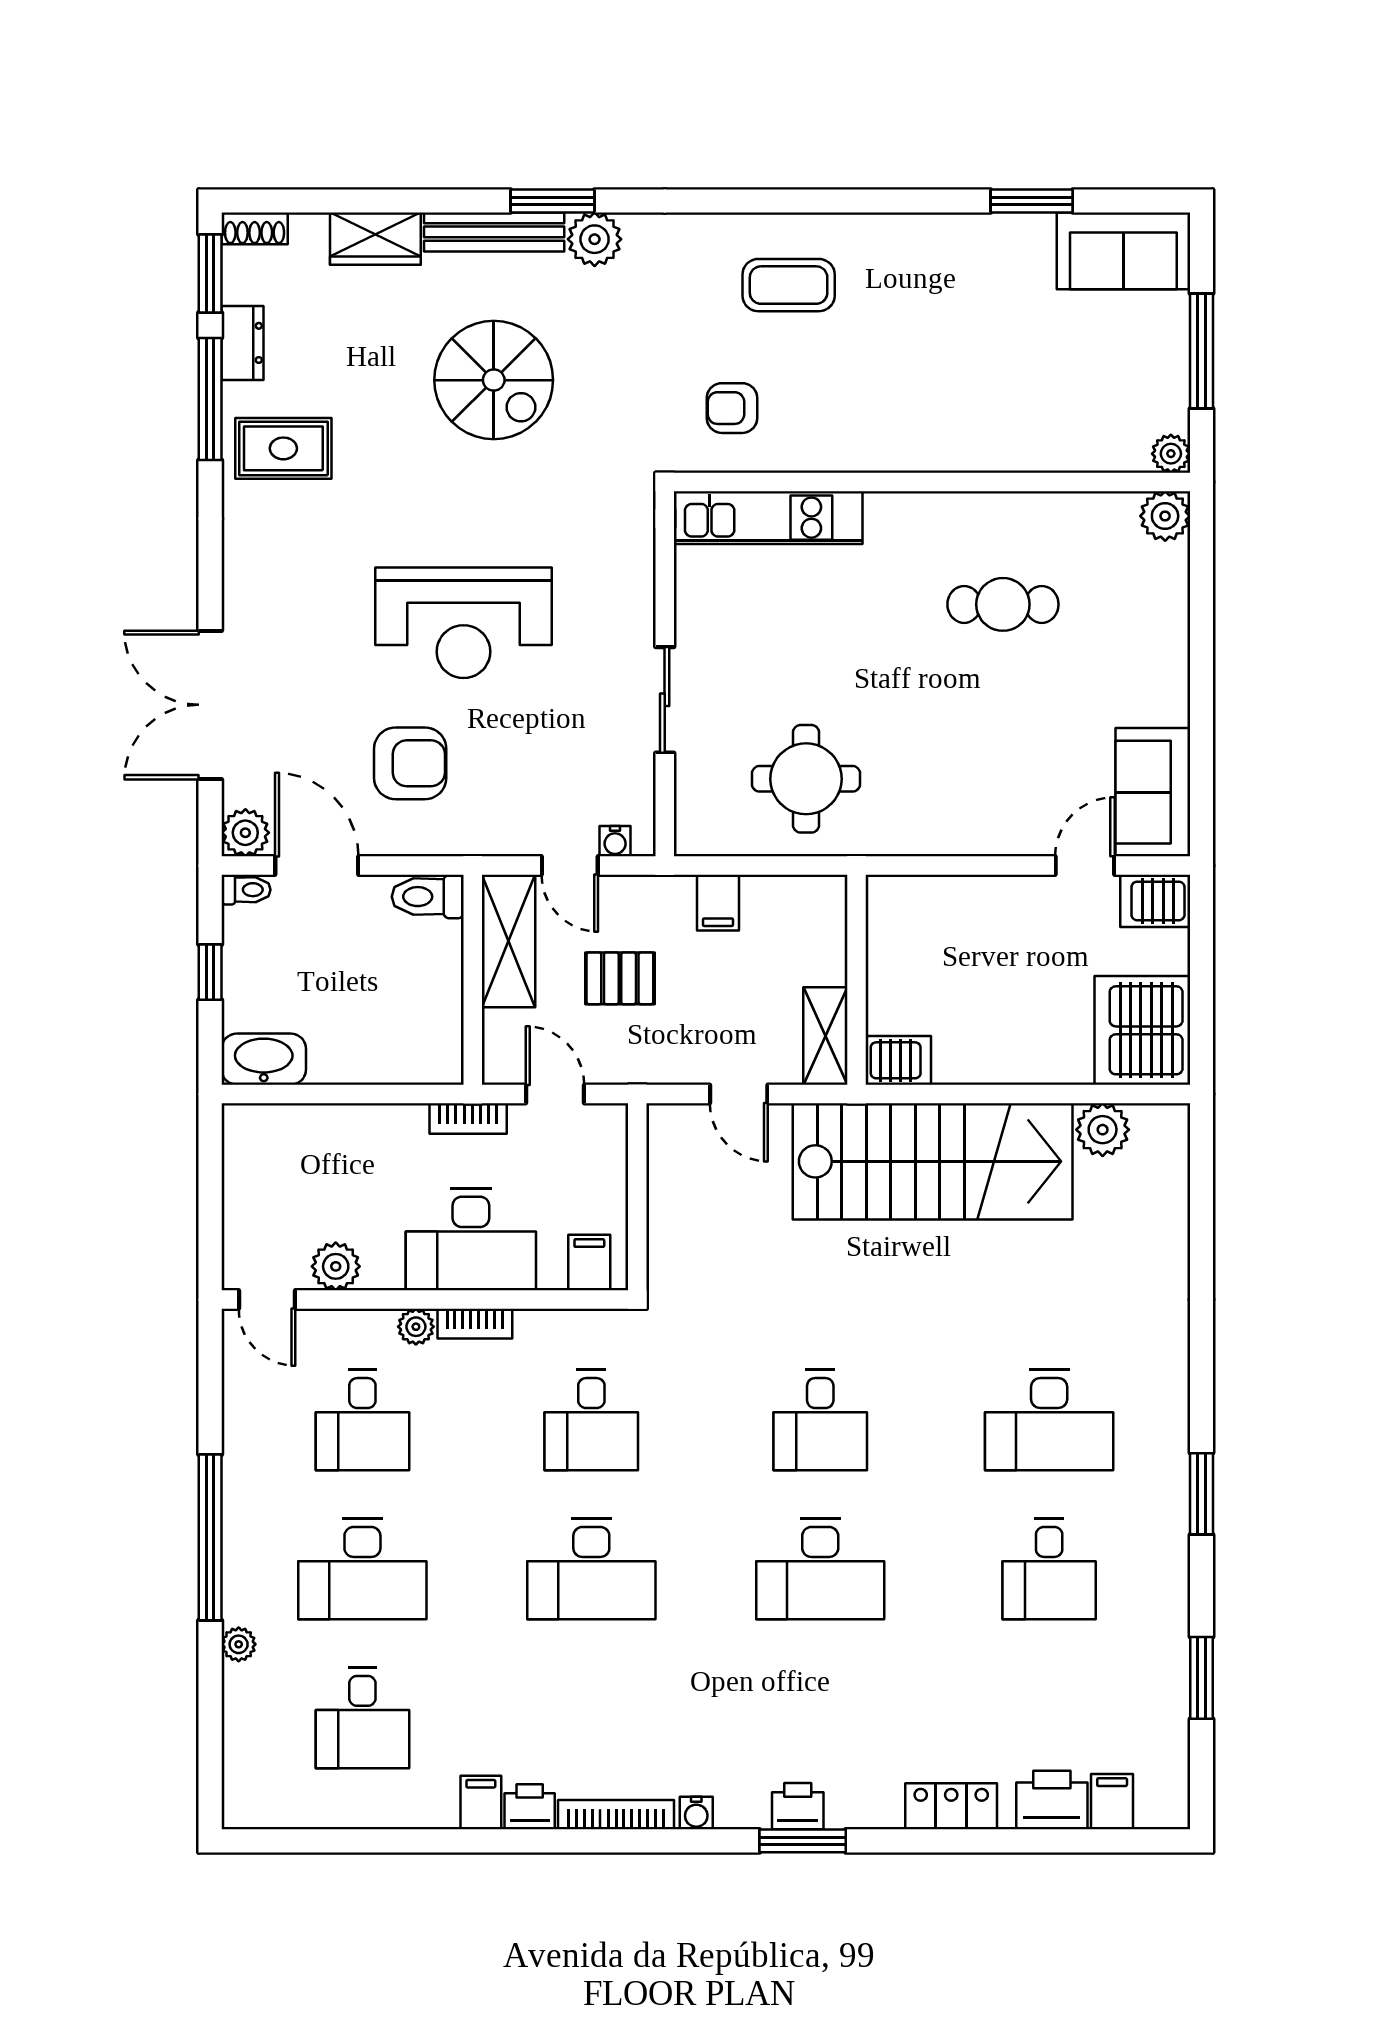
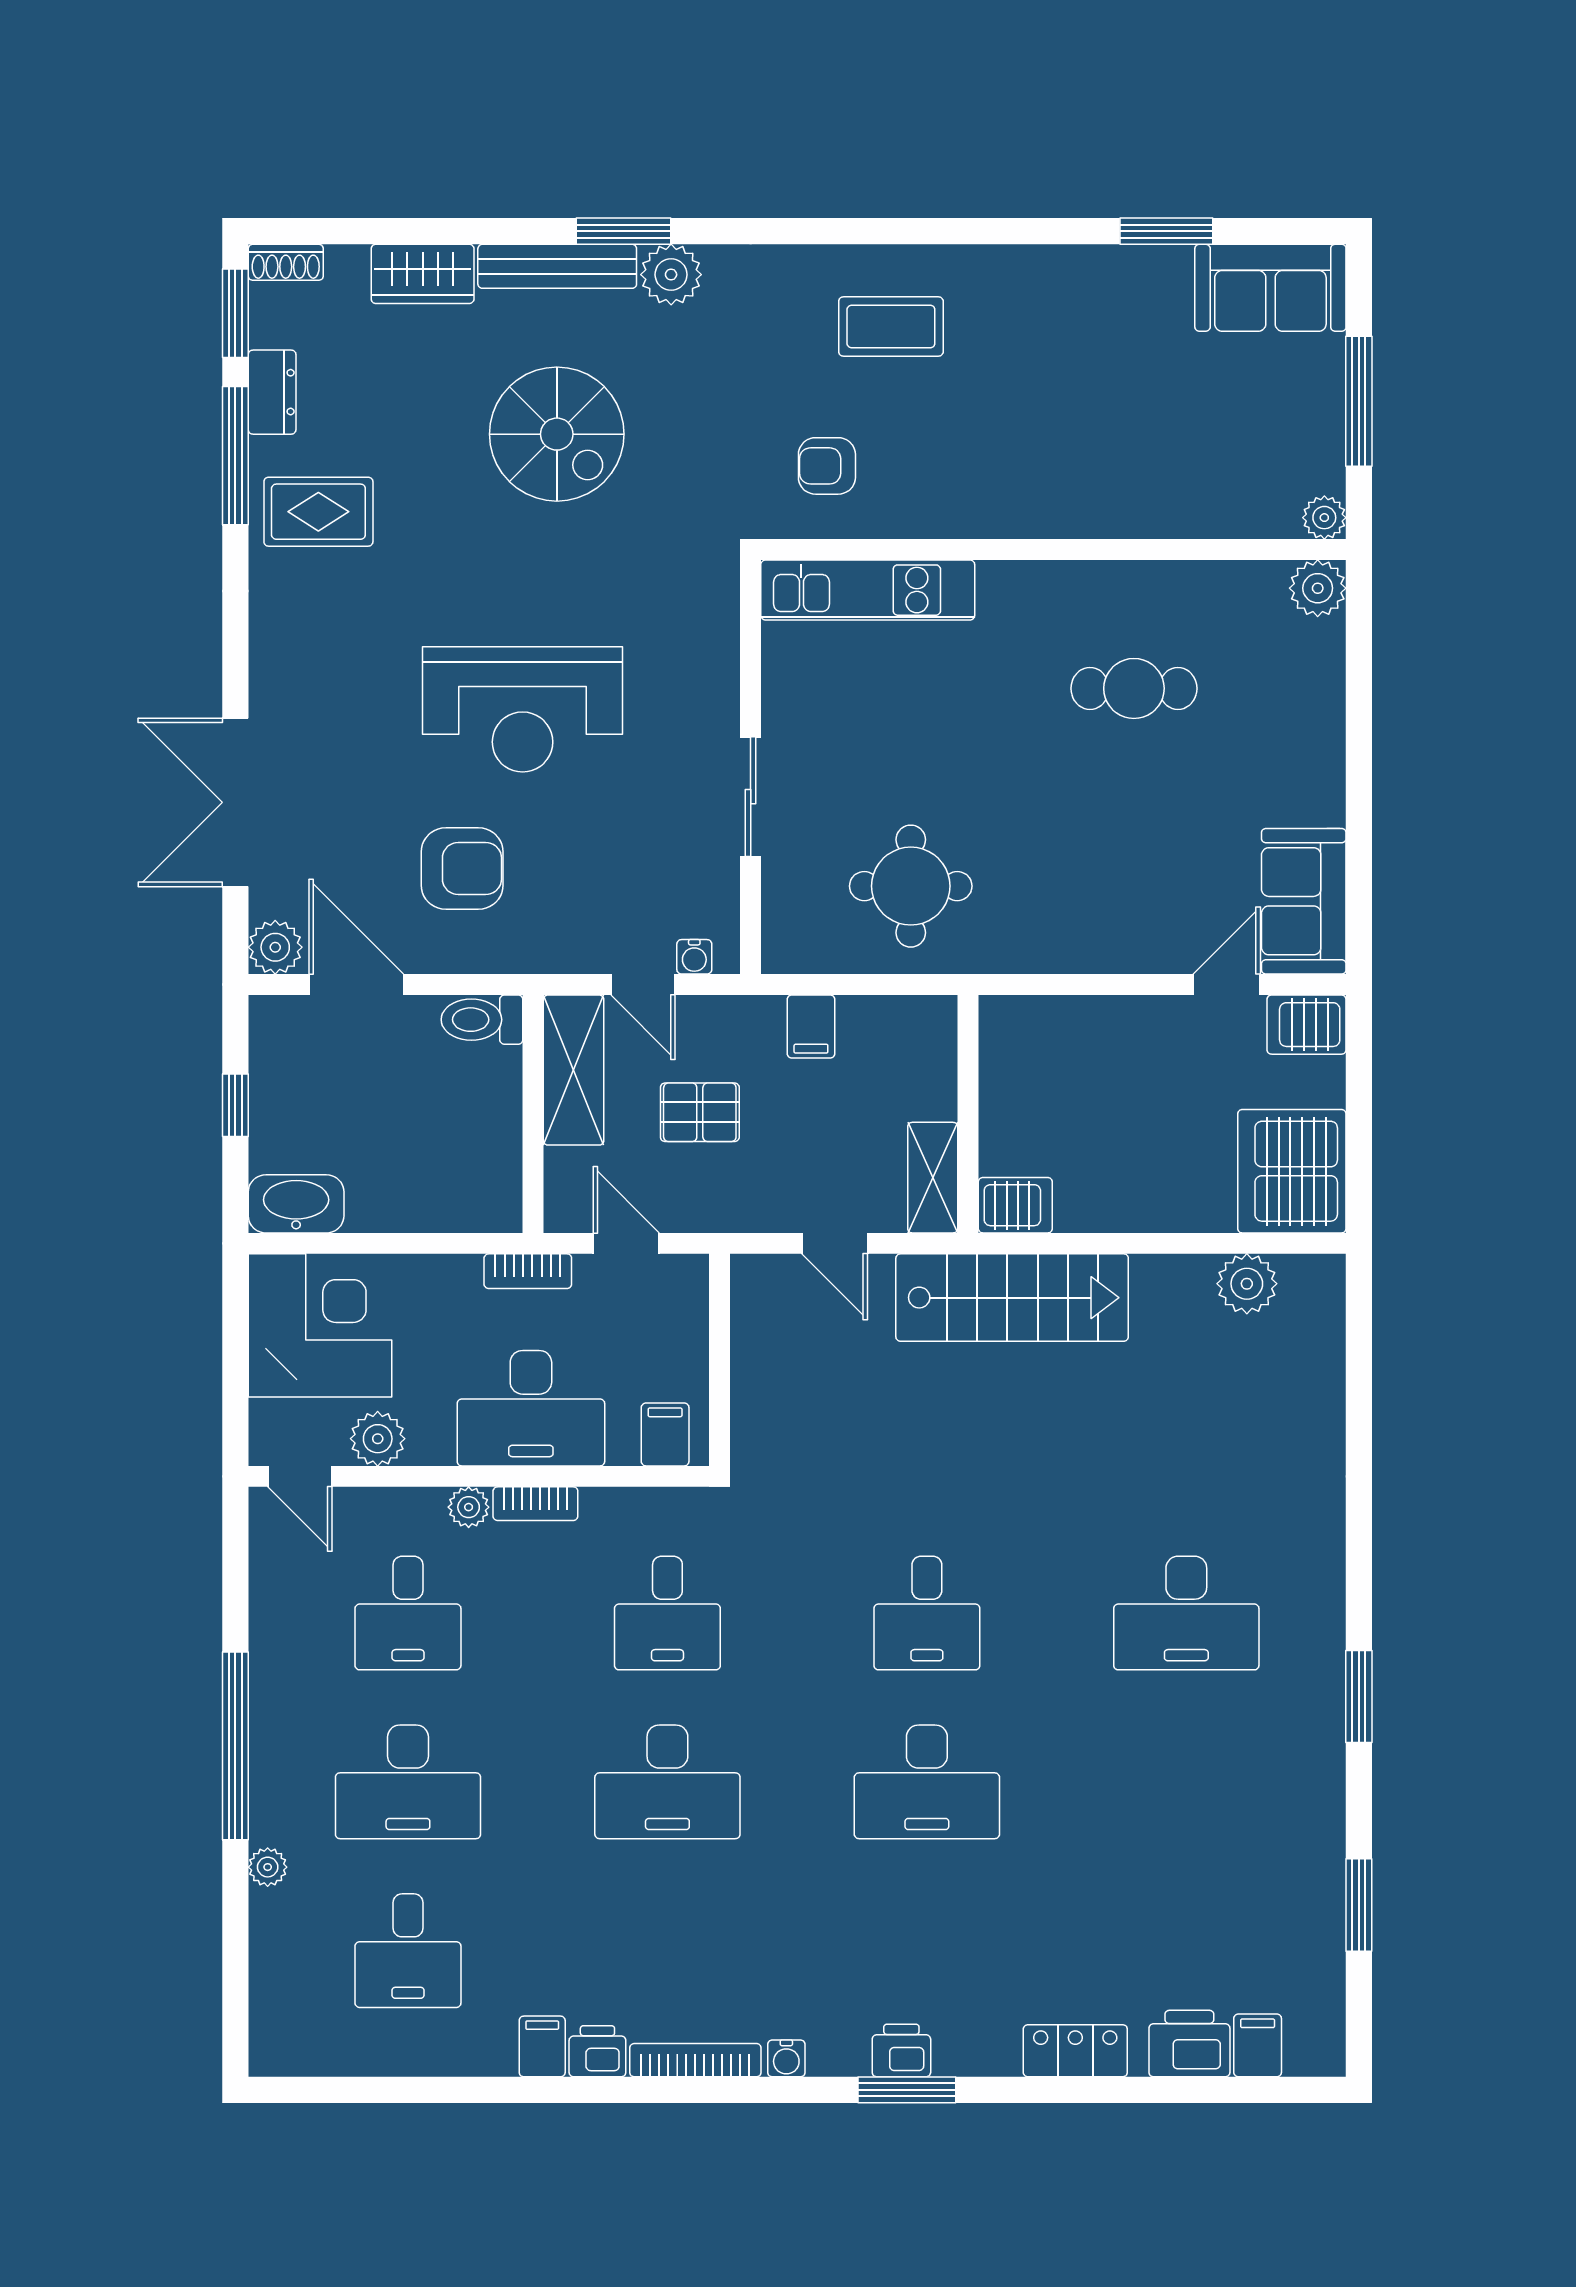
toilet: (246, 890) -> (276, 1012), removed
stairs: (933, 1161) -> (1012, 1298), width x0.73, depth x0.66
corner desk: (285, 1166) -> (320, 1325), added
desk: (1049, 1569) -> (1186, 1782), removed

